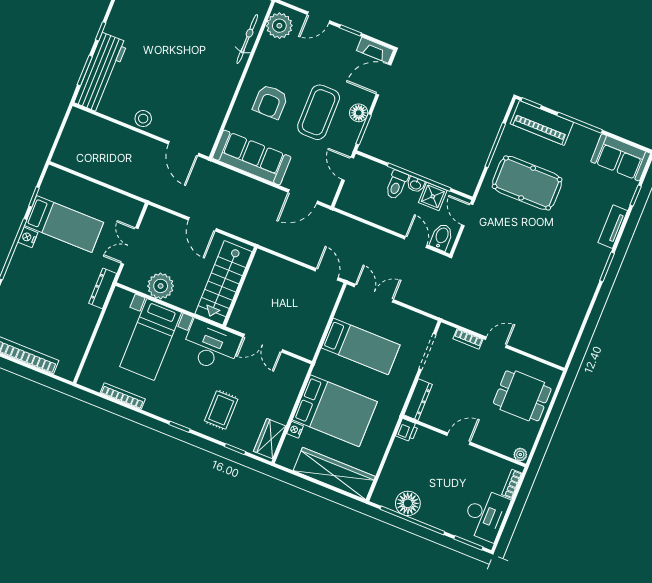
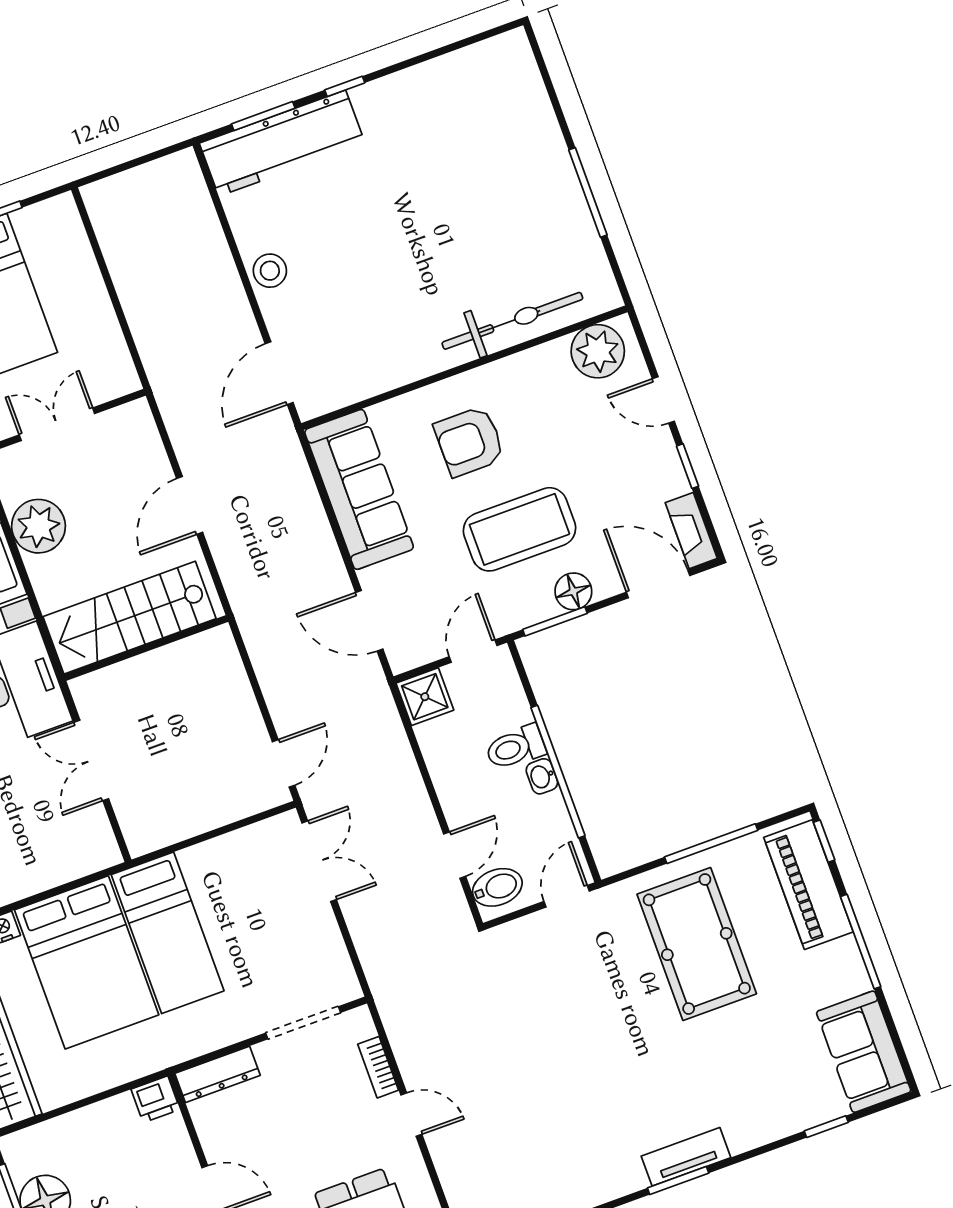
bicycle: (247, 39) -> (512, 321), width x1.37, depth x1.40
shower: (433, 196) -> (425, 697), moved
tv unit: (613, 227) -> (686, 1157), moved
bed: (361, 346) -> (168, 933), moved

